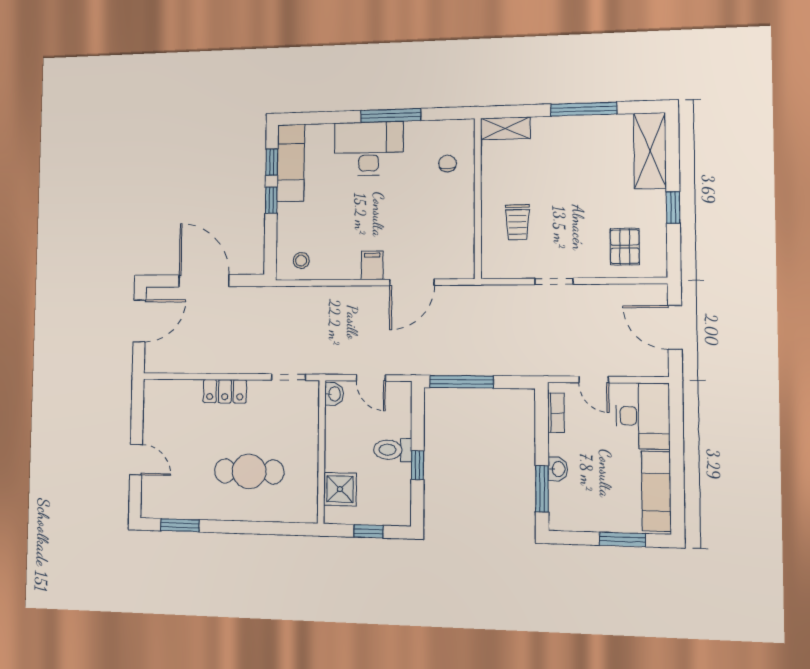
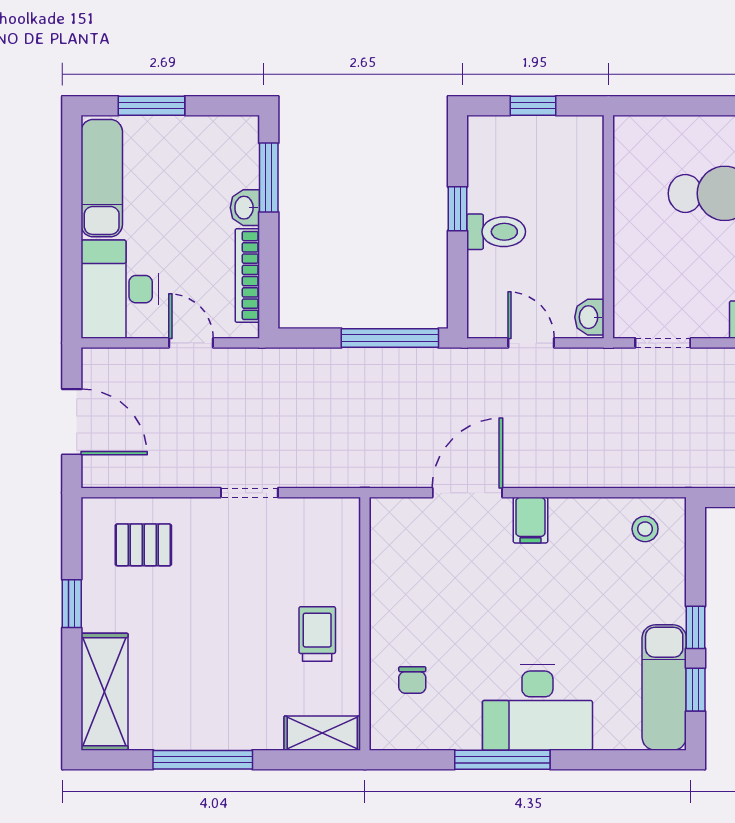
trolley: (517, 222) -> (317, 634), moved
pallet: (625, 247) -> (143, 545), turned 90
bookcase: (556, 413) -> (247, 275), width x1.56
shower: (340, 489) -> (578, 169), removed

